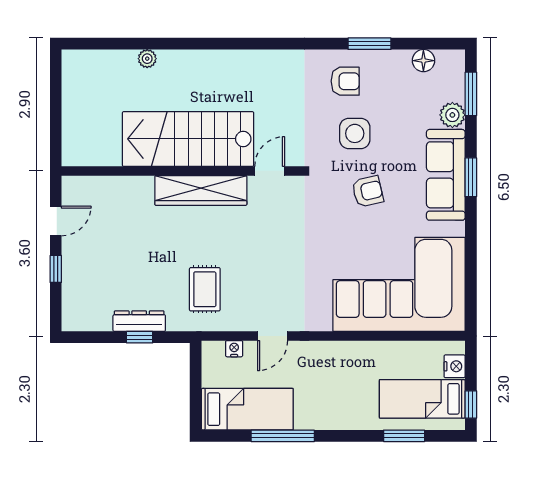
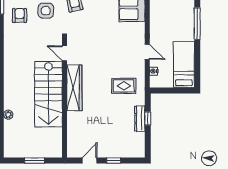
window: (56, 111) -> (35, 161), added
door: (56, 221) -> (90, 161), hinge flipped
window: (283, 436) -> (197, 24), moved

